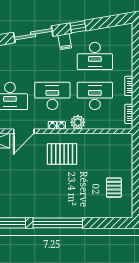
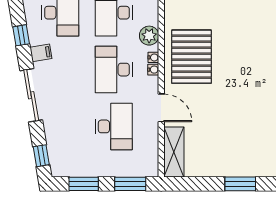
pallet: (62, 154) -> (192, 57), width x1.37, depth x1.41

